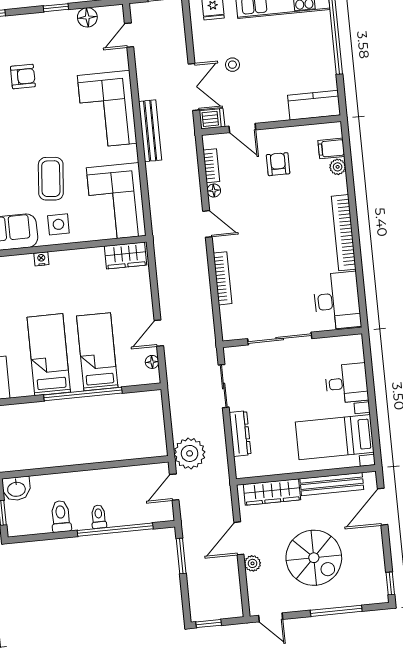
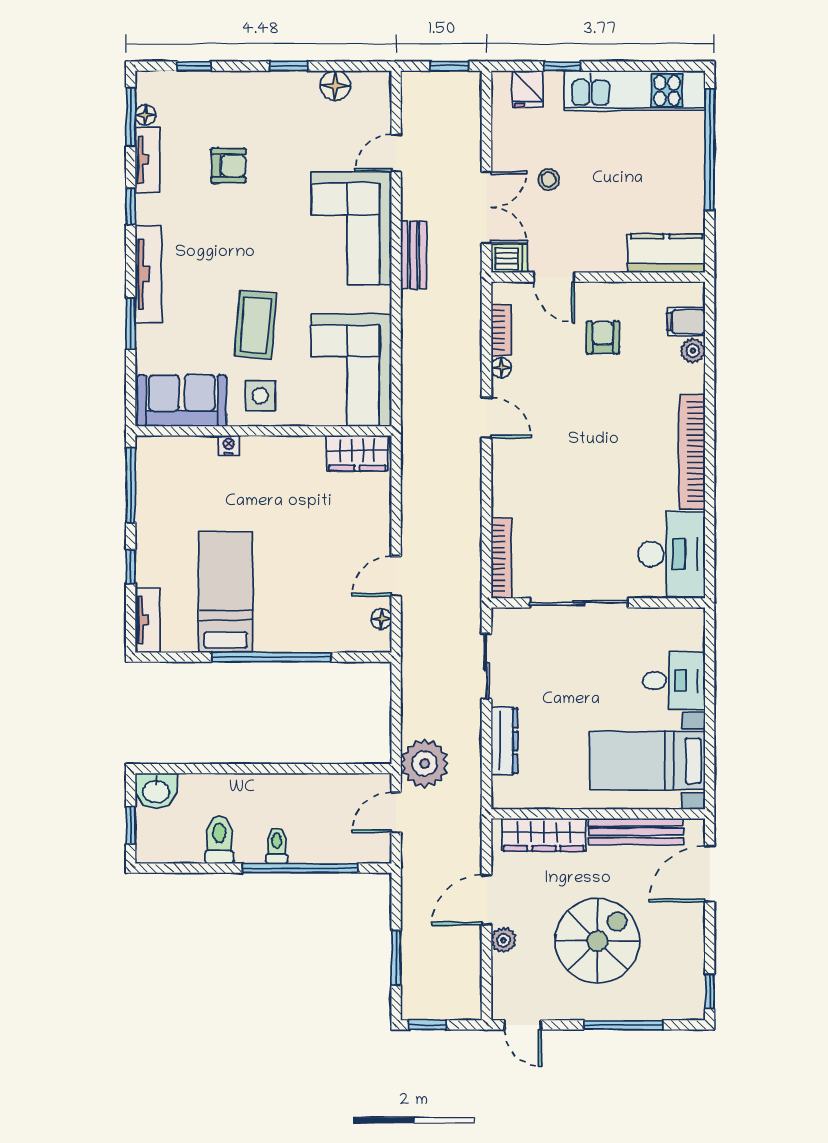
door: (129, 35) -> (396, 153), moved
bench: (150, 131) -> (414, 255), width x0.73
bookcase: (223, 278) -> (501, 558), moved
bed: (97, 352) -> (300, 595), removed
window: (181, 556) -> (396, 958), moved
spiral stairs: (314, 558) -> (597, 941), turned -90

